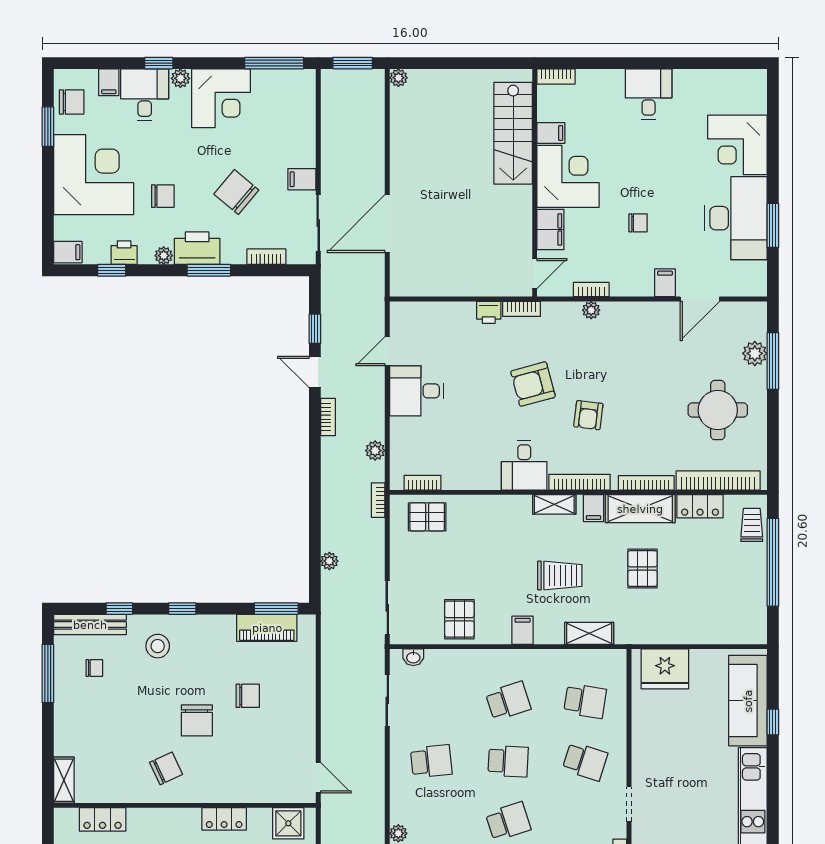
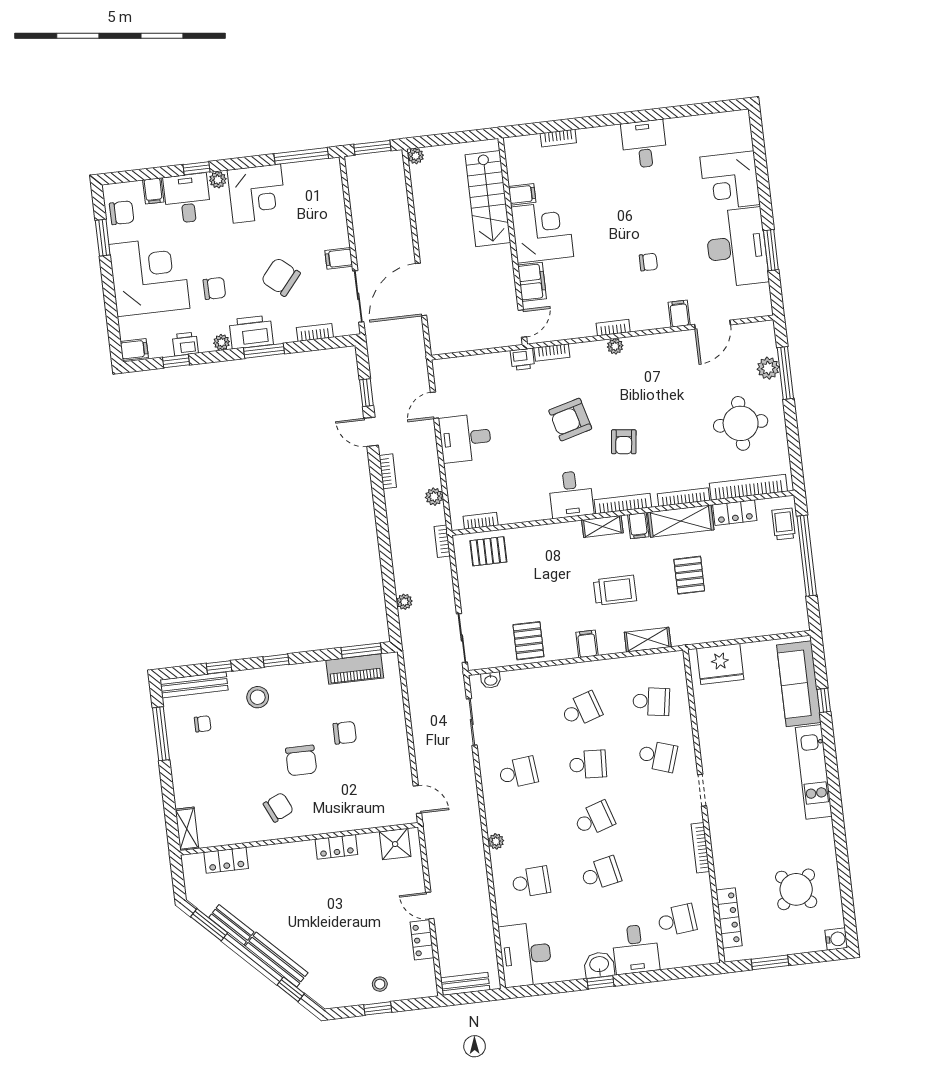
stairs: (513, 133) -> (488, 199), moved
filing cabinet: (551, 133) -> (522, 194), moved
corner desk: (568, 176) -> (542, 232), moved
wall: (535, 183) -> (513, 241), moved
filing cabinet: (550, 229) -> (532, 282), moved
door: (535, 274) -> (522, 324), moved

